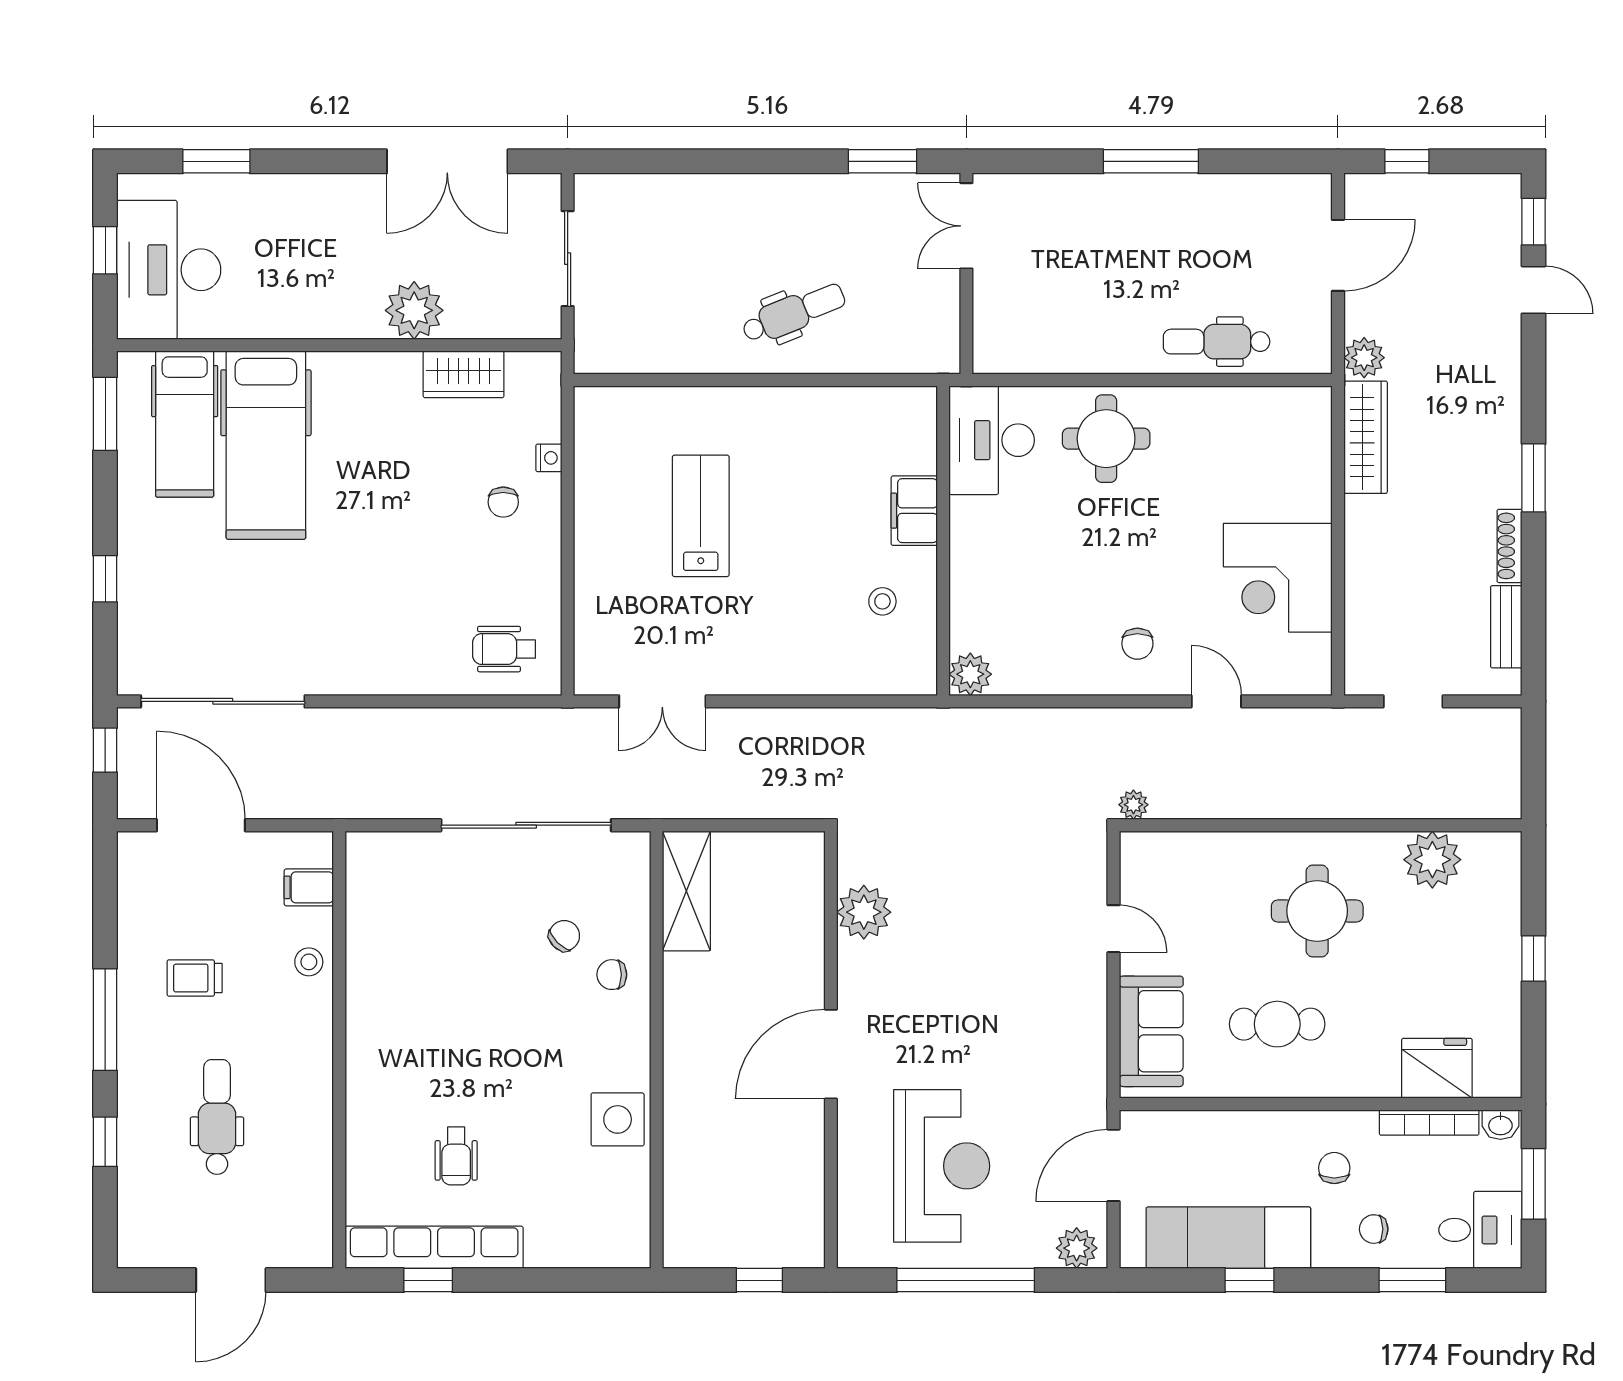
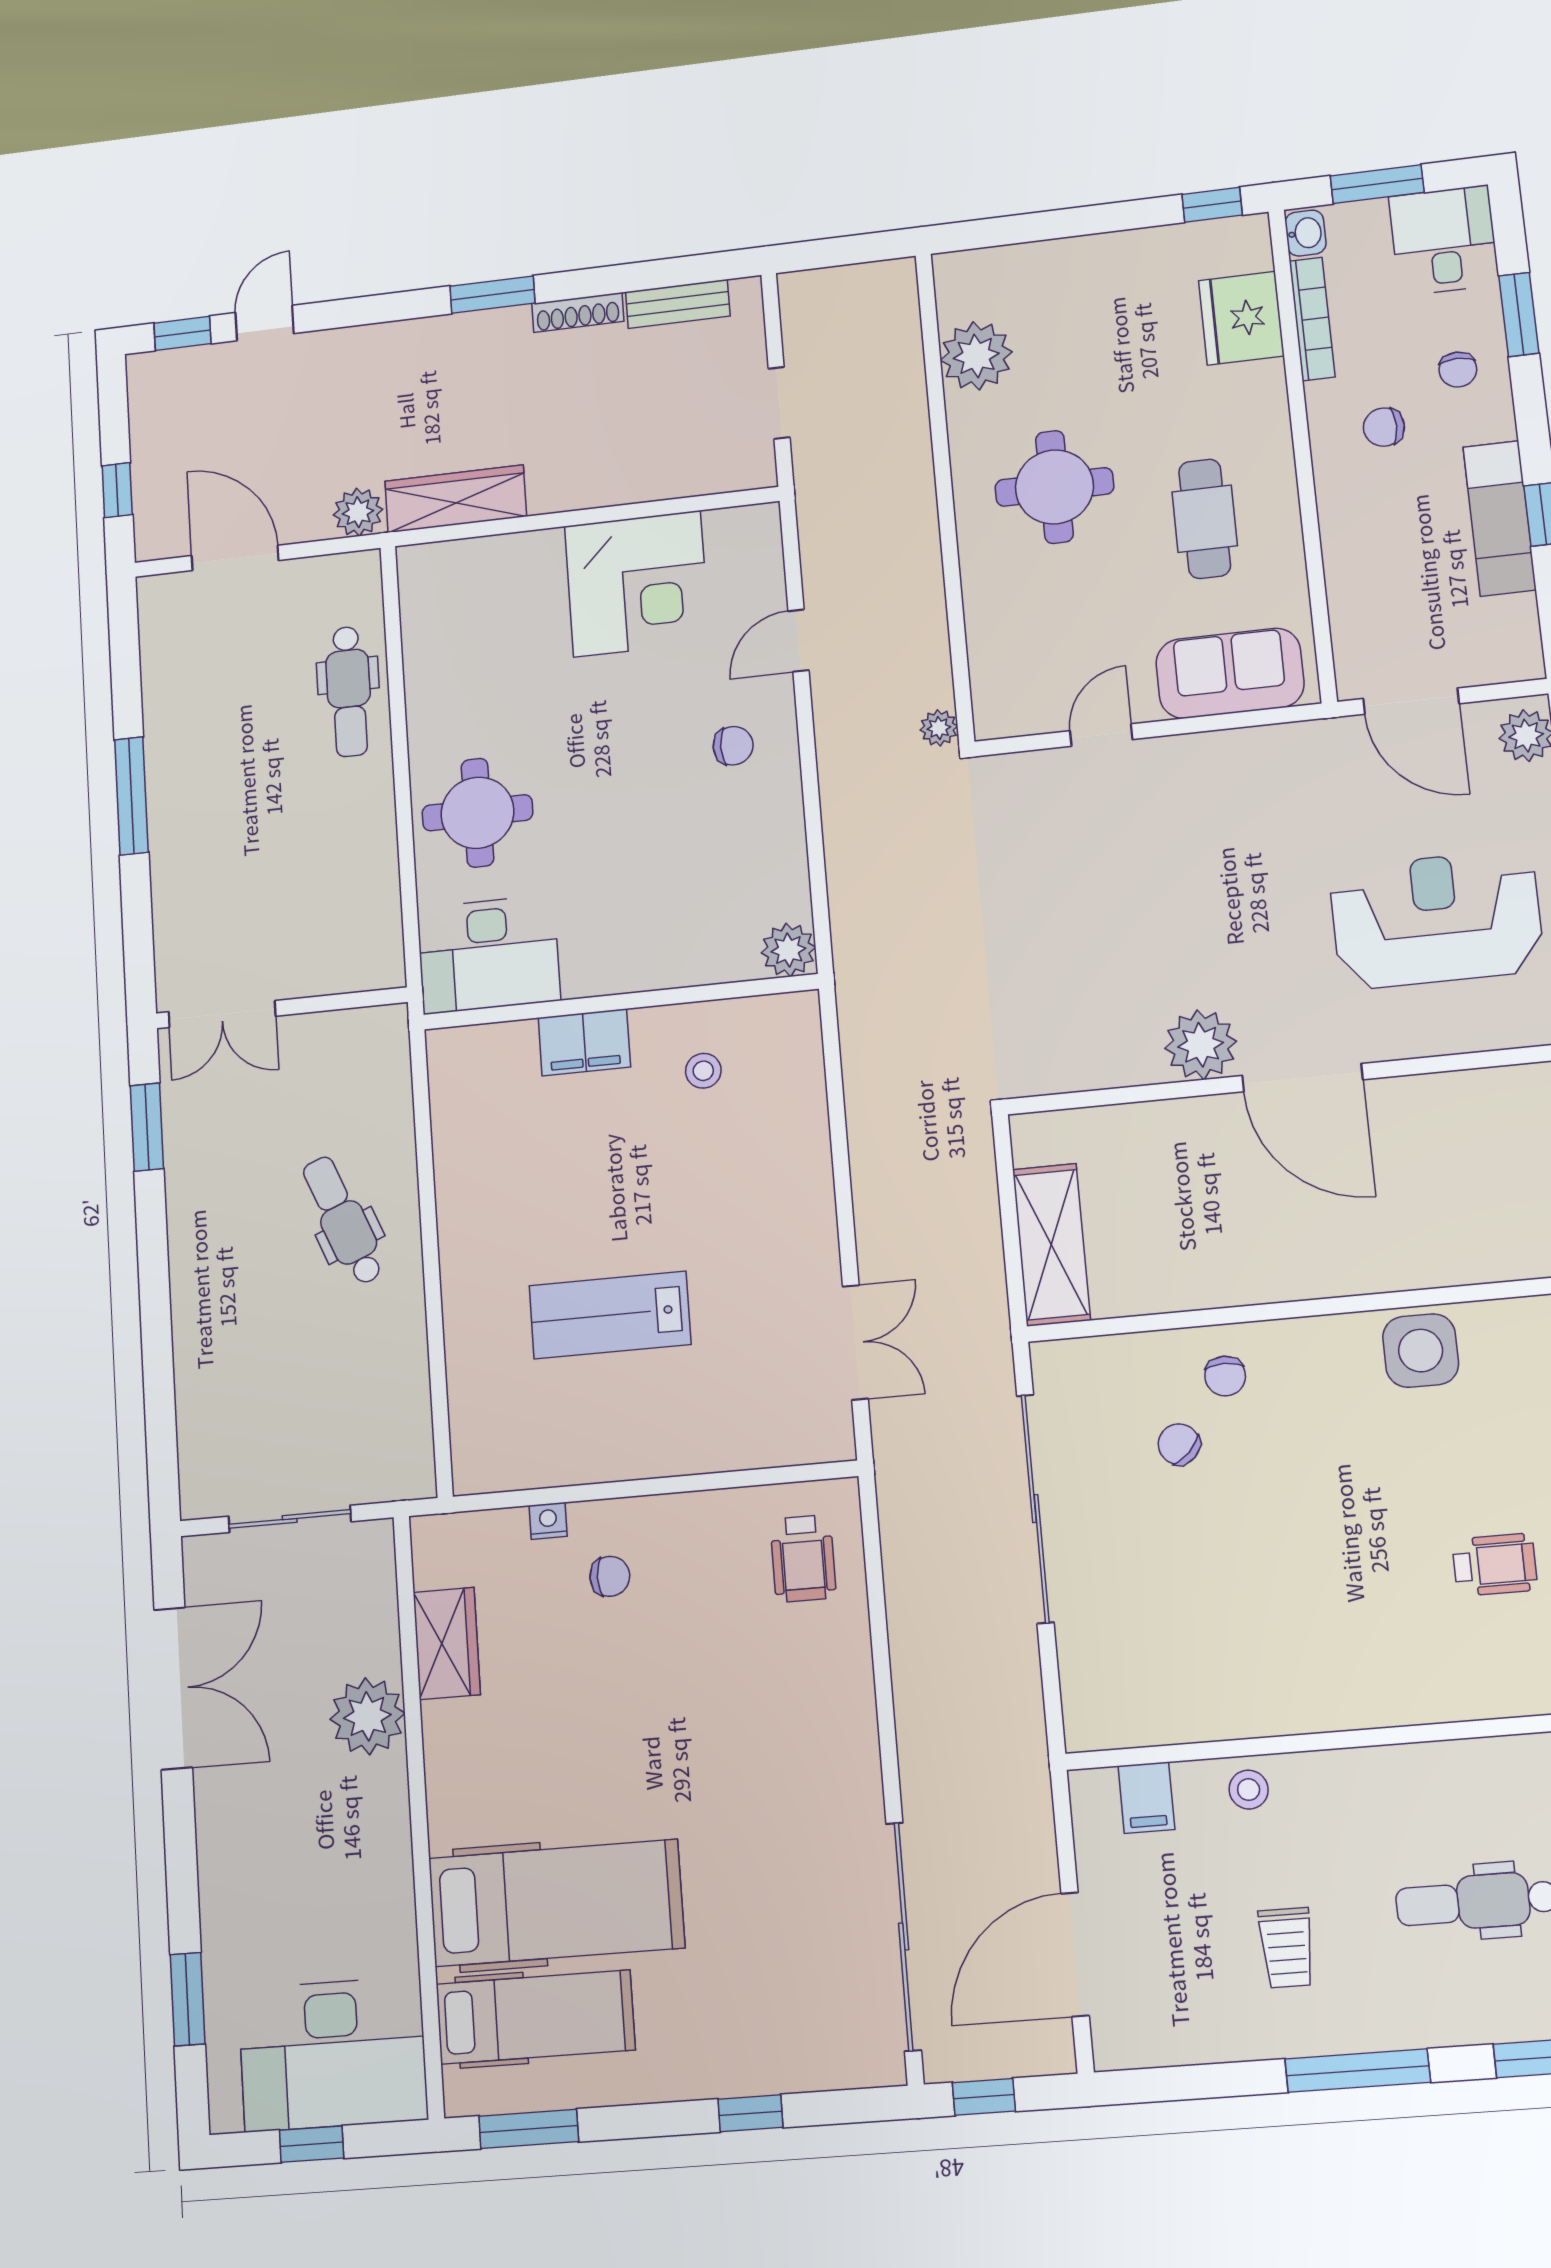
shelving: (686, 891) -> (1051, 1245), moved, turned 90
plant: (864, 912) -> (1201, 1045), moved
window: (1534, 959) -> (1212, 205), moved
exam couch: (1228, 1238) -> (1500, 518), width x0.73, depth x0.69

